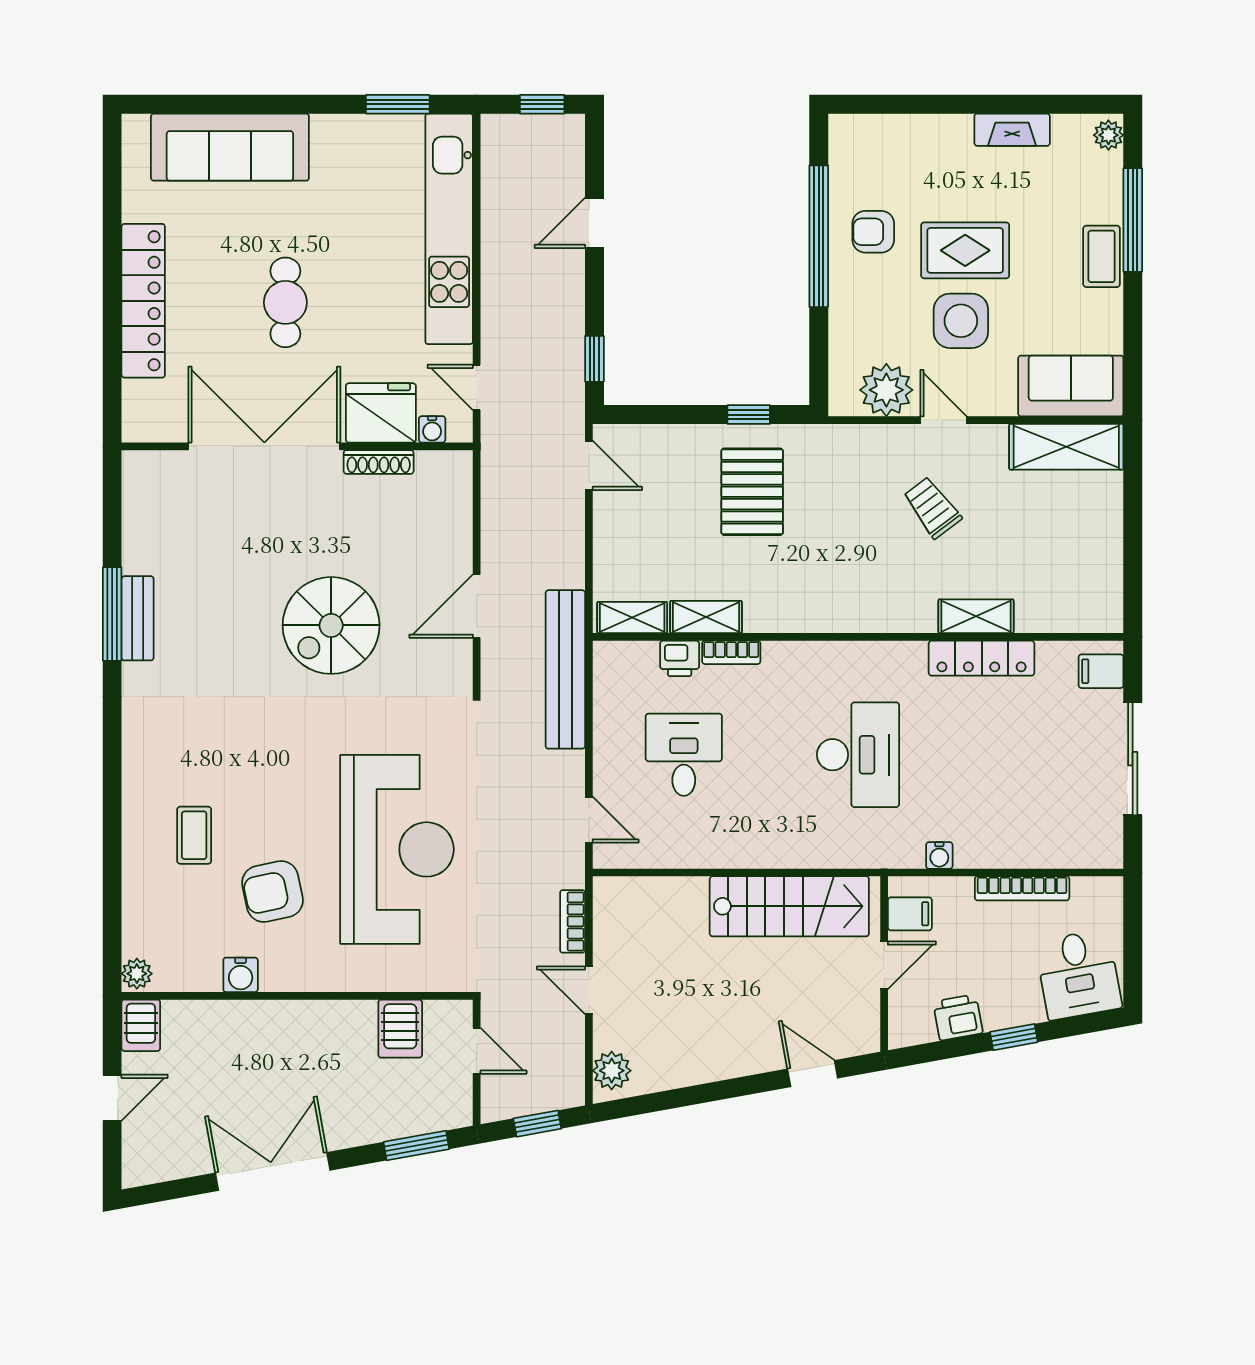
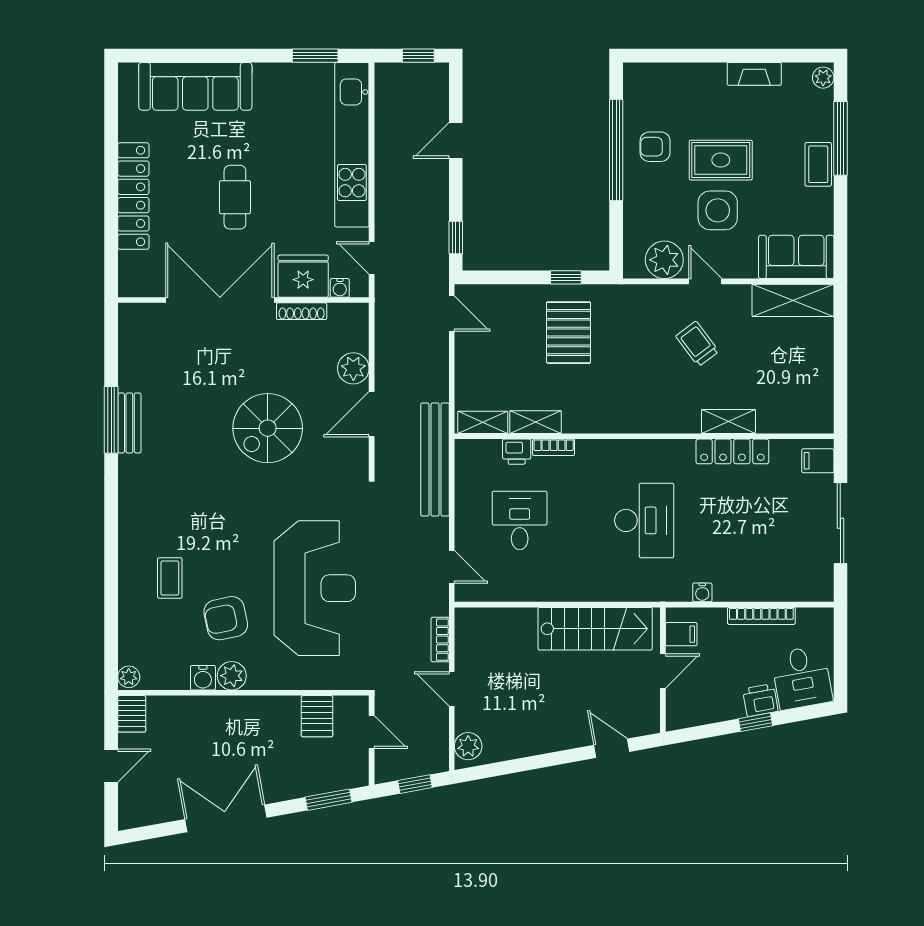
plant: (451, 542) -> (353, 368), added
plant: (281, 972) -> (232, 676), added
printer: (958, 1017) -> (760, 700), moved

